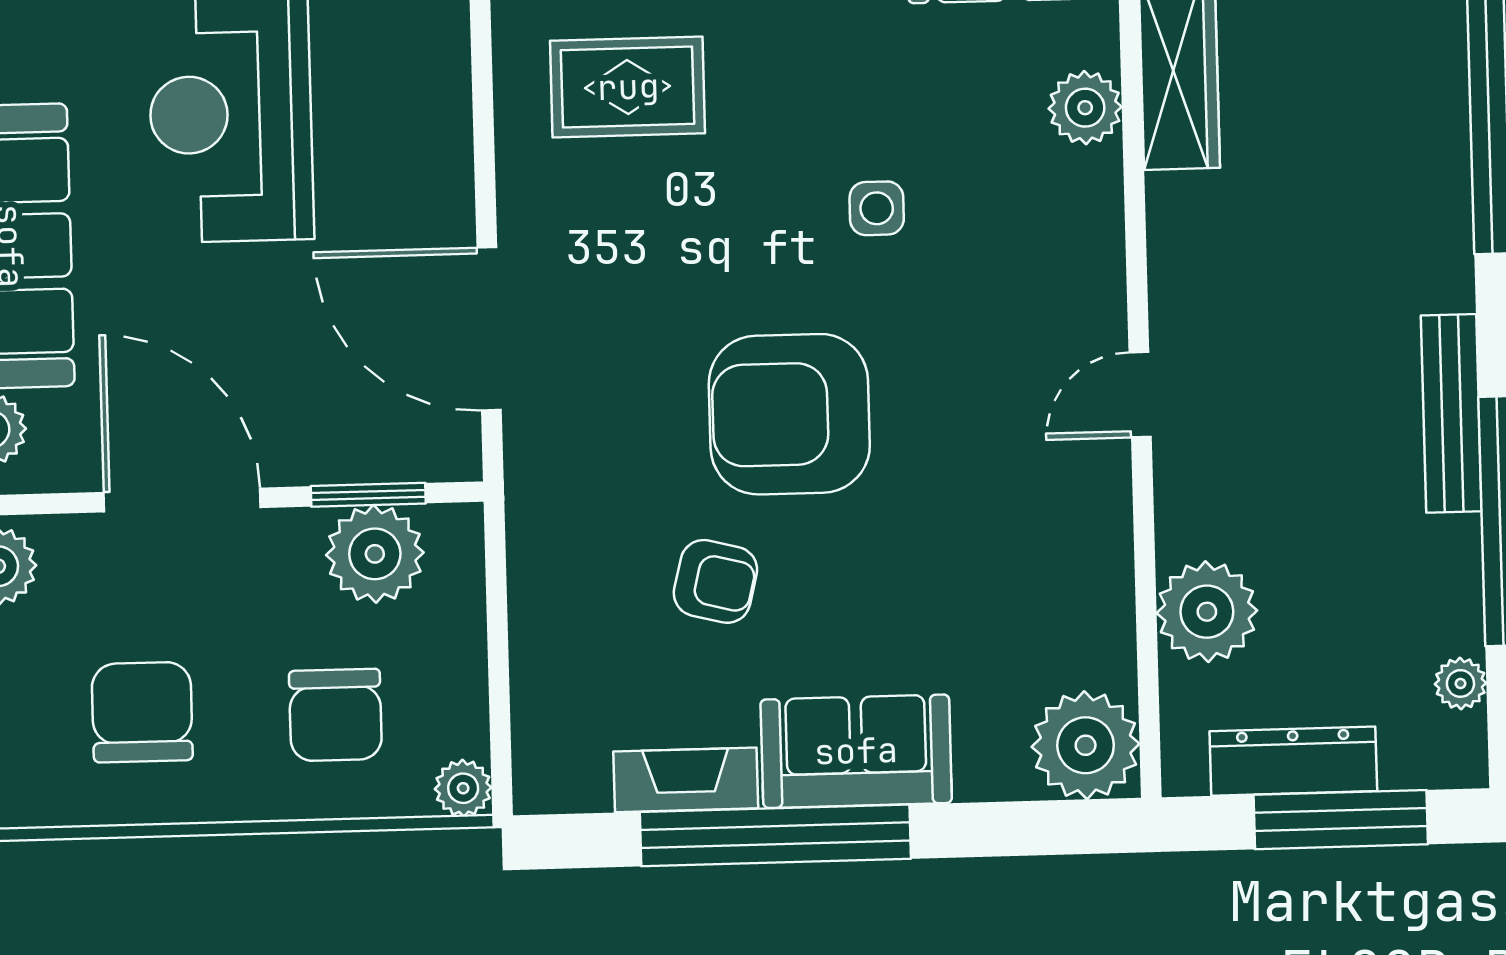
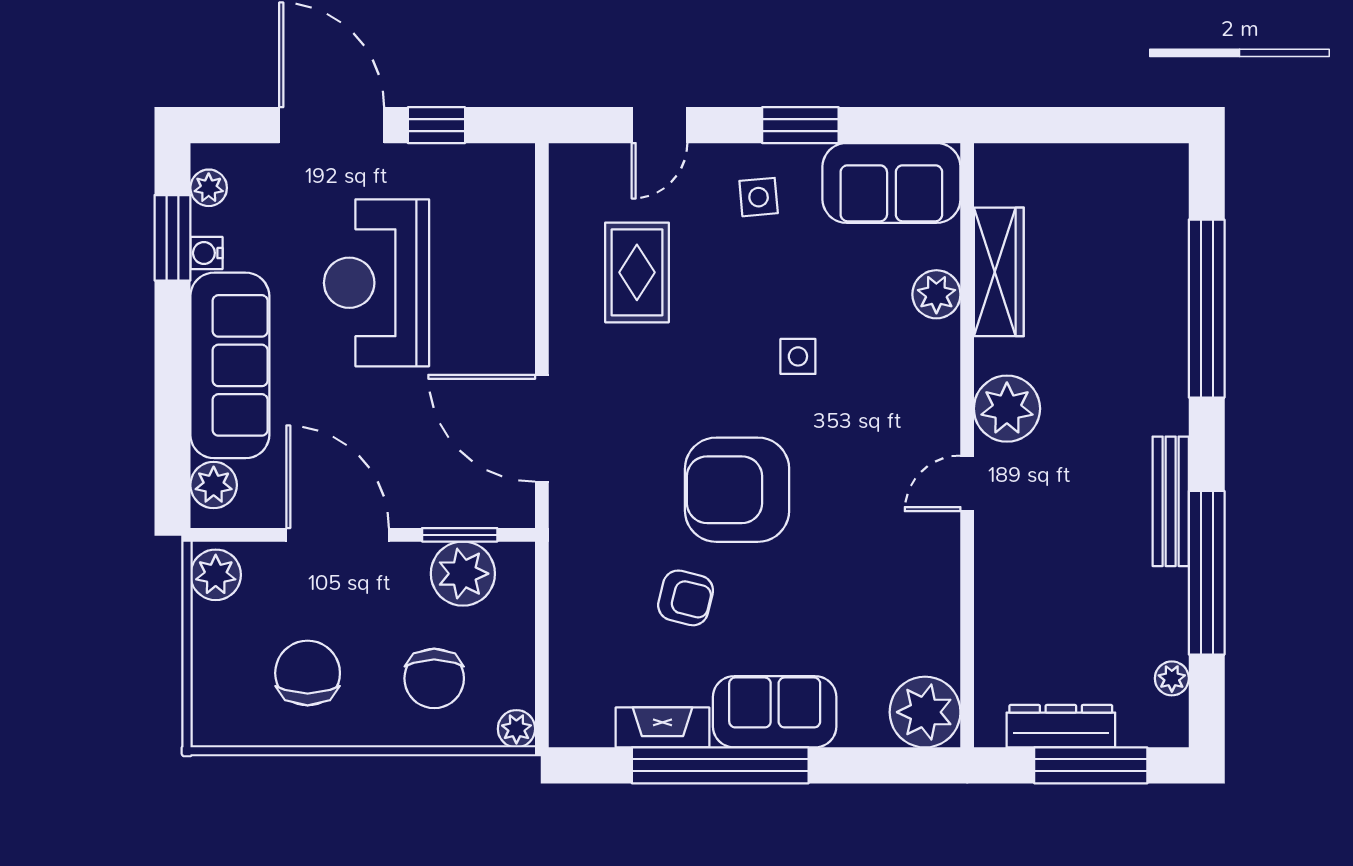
rug: (628, 87) -> (637, 272), turned 90
plant: (1207, 612) -> (1007, 409), moved

